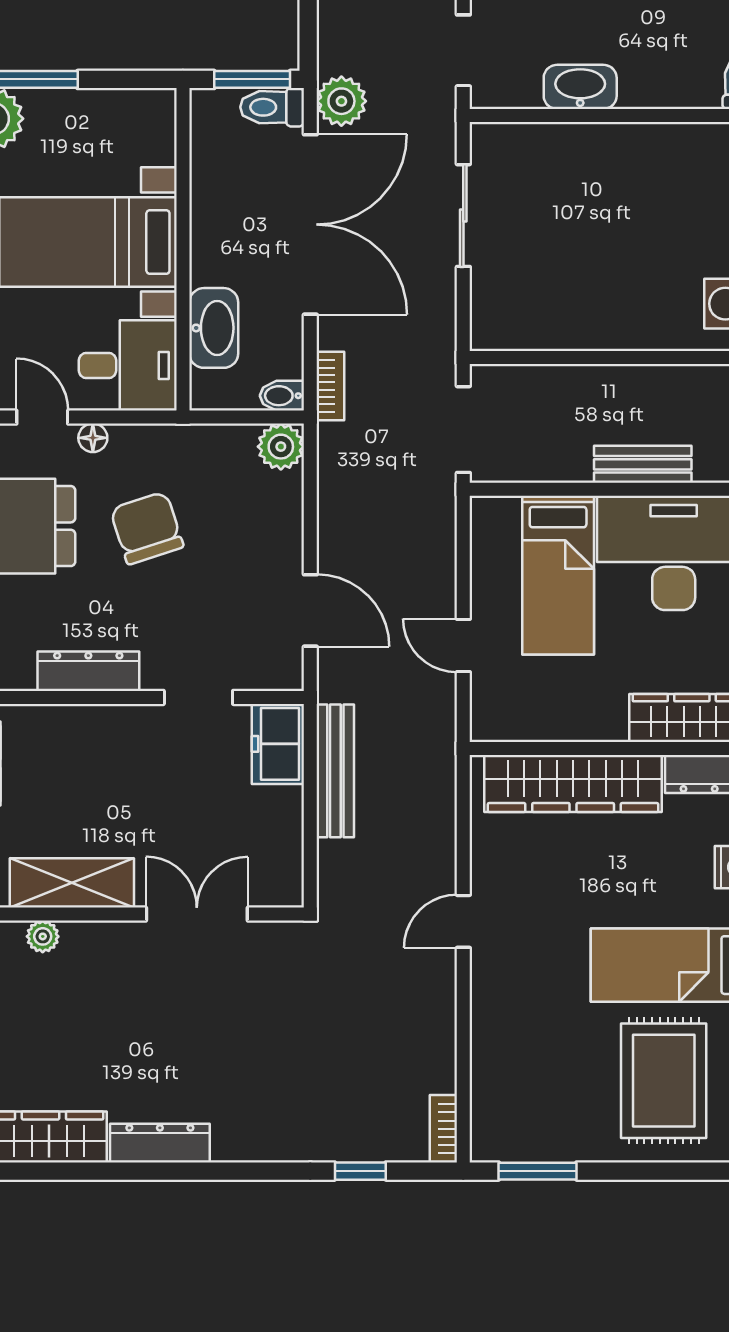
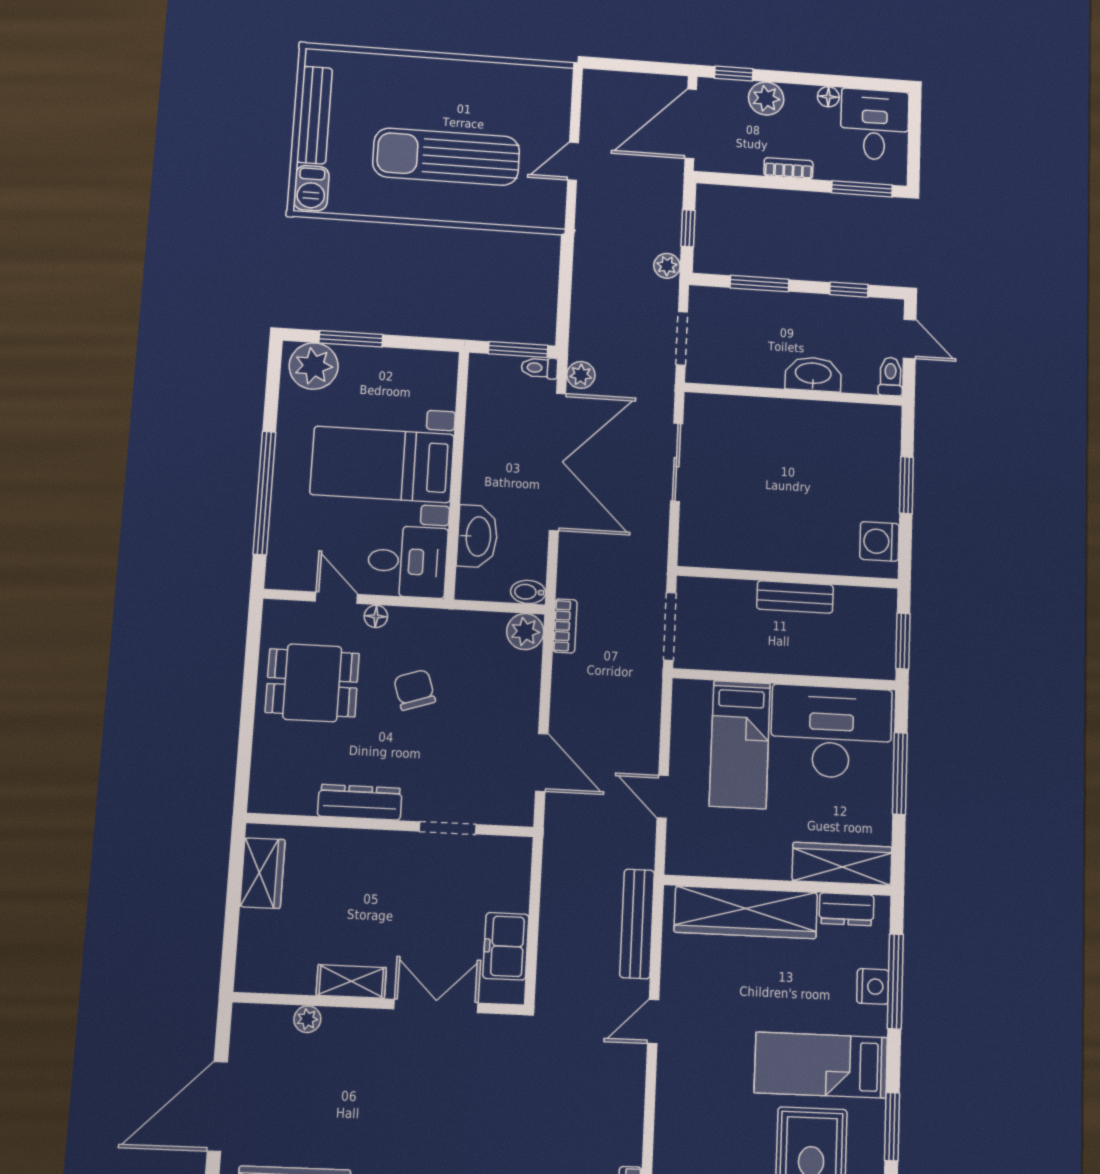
washbasin: (580, 87) -> (813, 374), moved
plant: (341, 101) -> (581, 375), width x0.73, depth x0.73
toilet: (272, 107) -> (540, 368), width x0.73, depth x0.72
bookcase: (330, 386) -> (565, 626), moved
bench: (643, 464) -> (795, 597), moved
chair: (147, 528) -> (415, 690), width x0.73, depth x0.73
freezer: (278, 744) -> (506, 946), moved
bench: (335, 771) -> (637, 924), moved
shelving: (72, 883) -> (351, 981), width x0.67, depth x0.75

